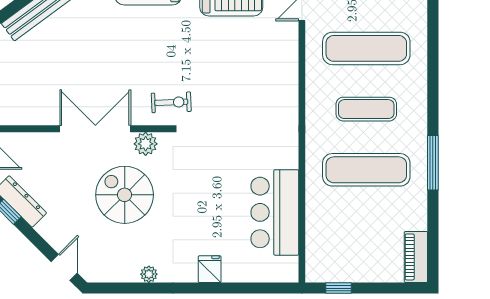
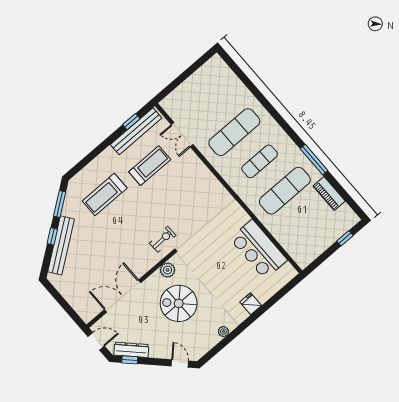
double door: (95, 129) -> (123, 296), moved
piano: (416, 257) -> (329, 194), moved
window: (338, 288) -> (345, 238), moved

